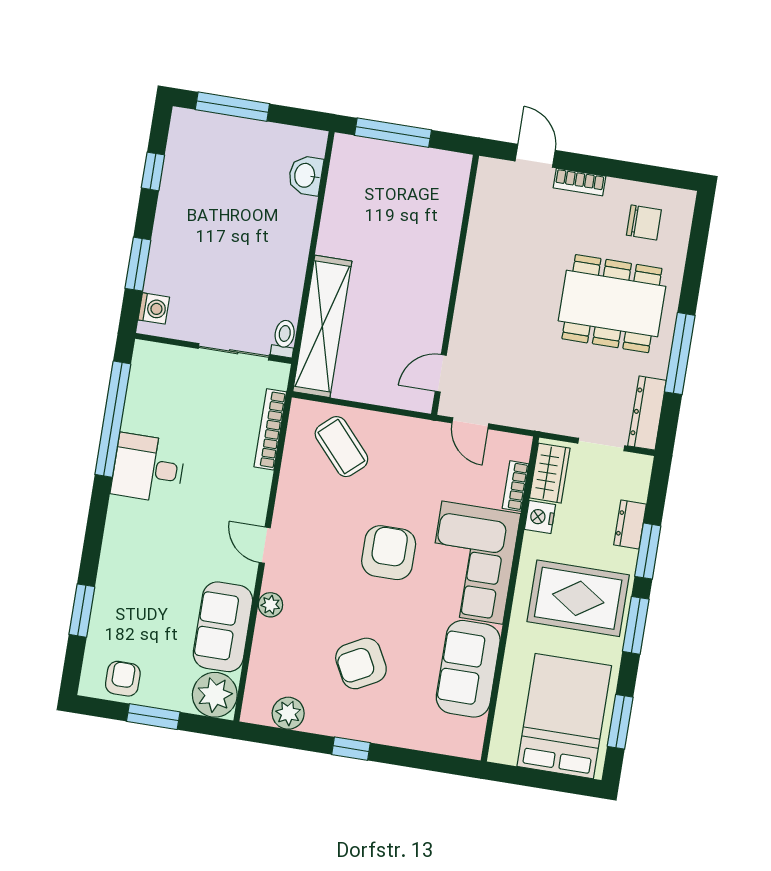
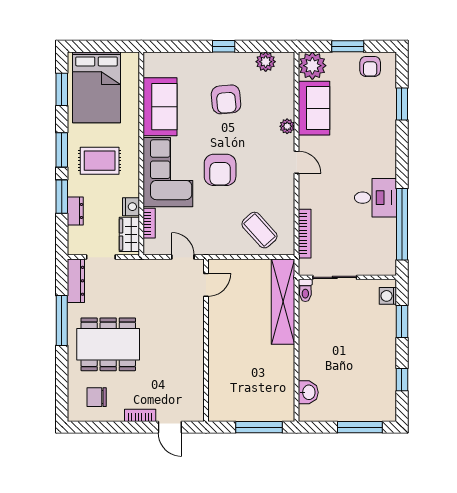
rug: (578, 598) -> (100, 161), width x0.73, depth x0.70
armchair: (361, 663) -> (226, 99), turned 113

